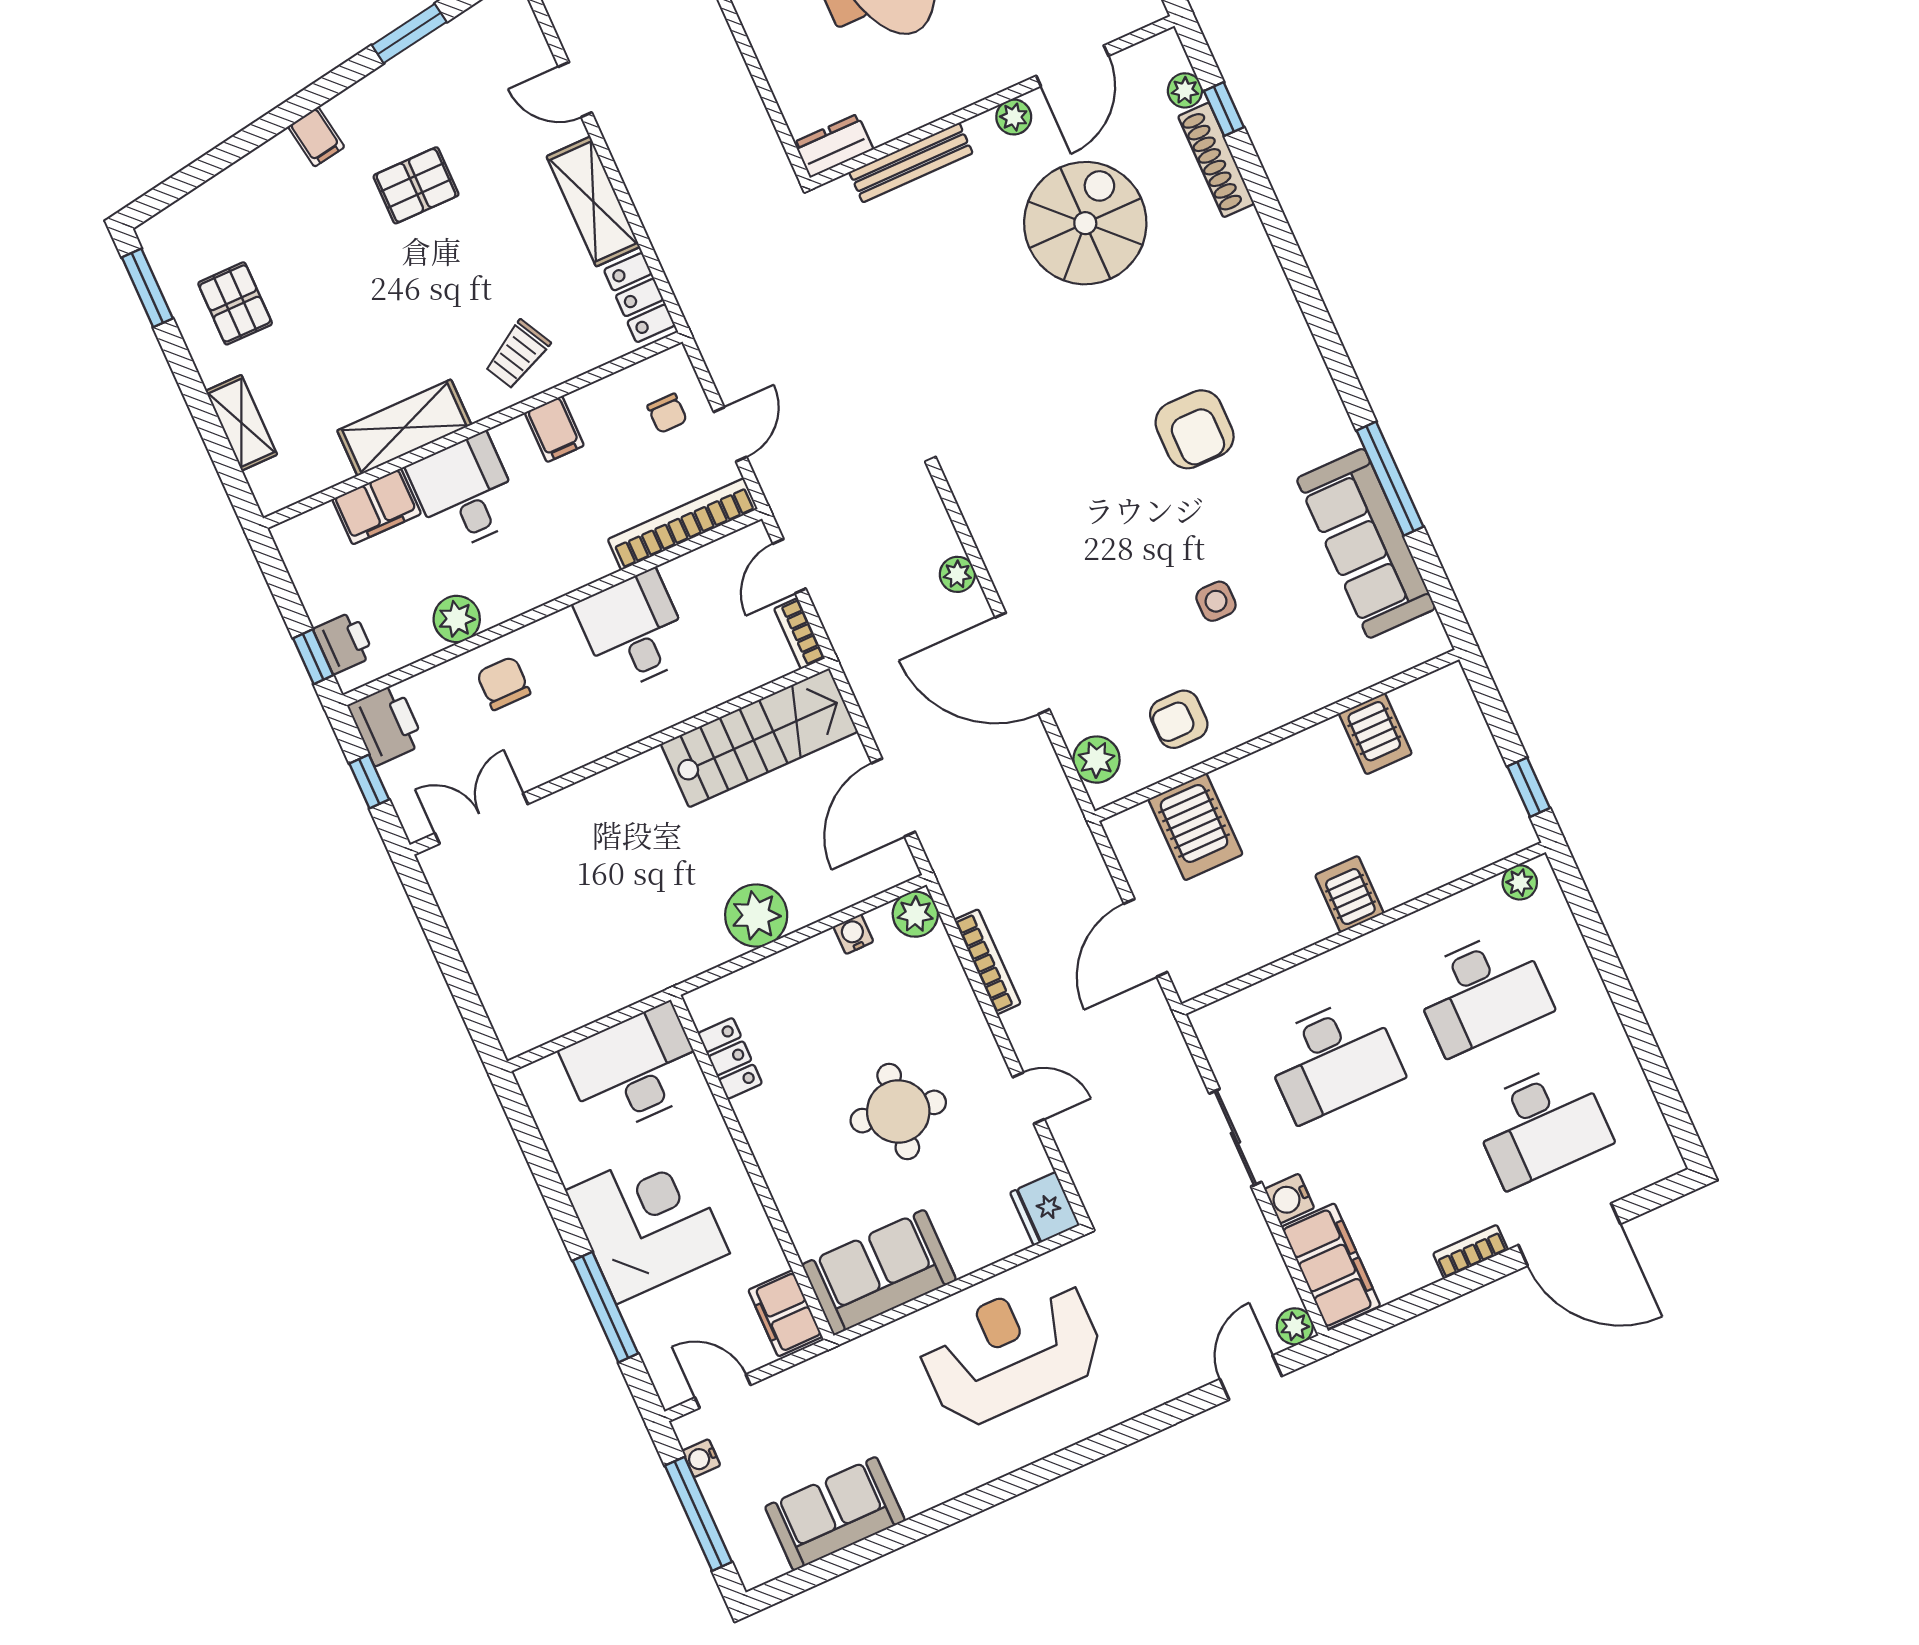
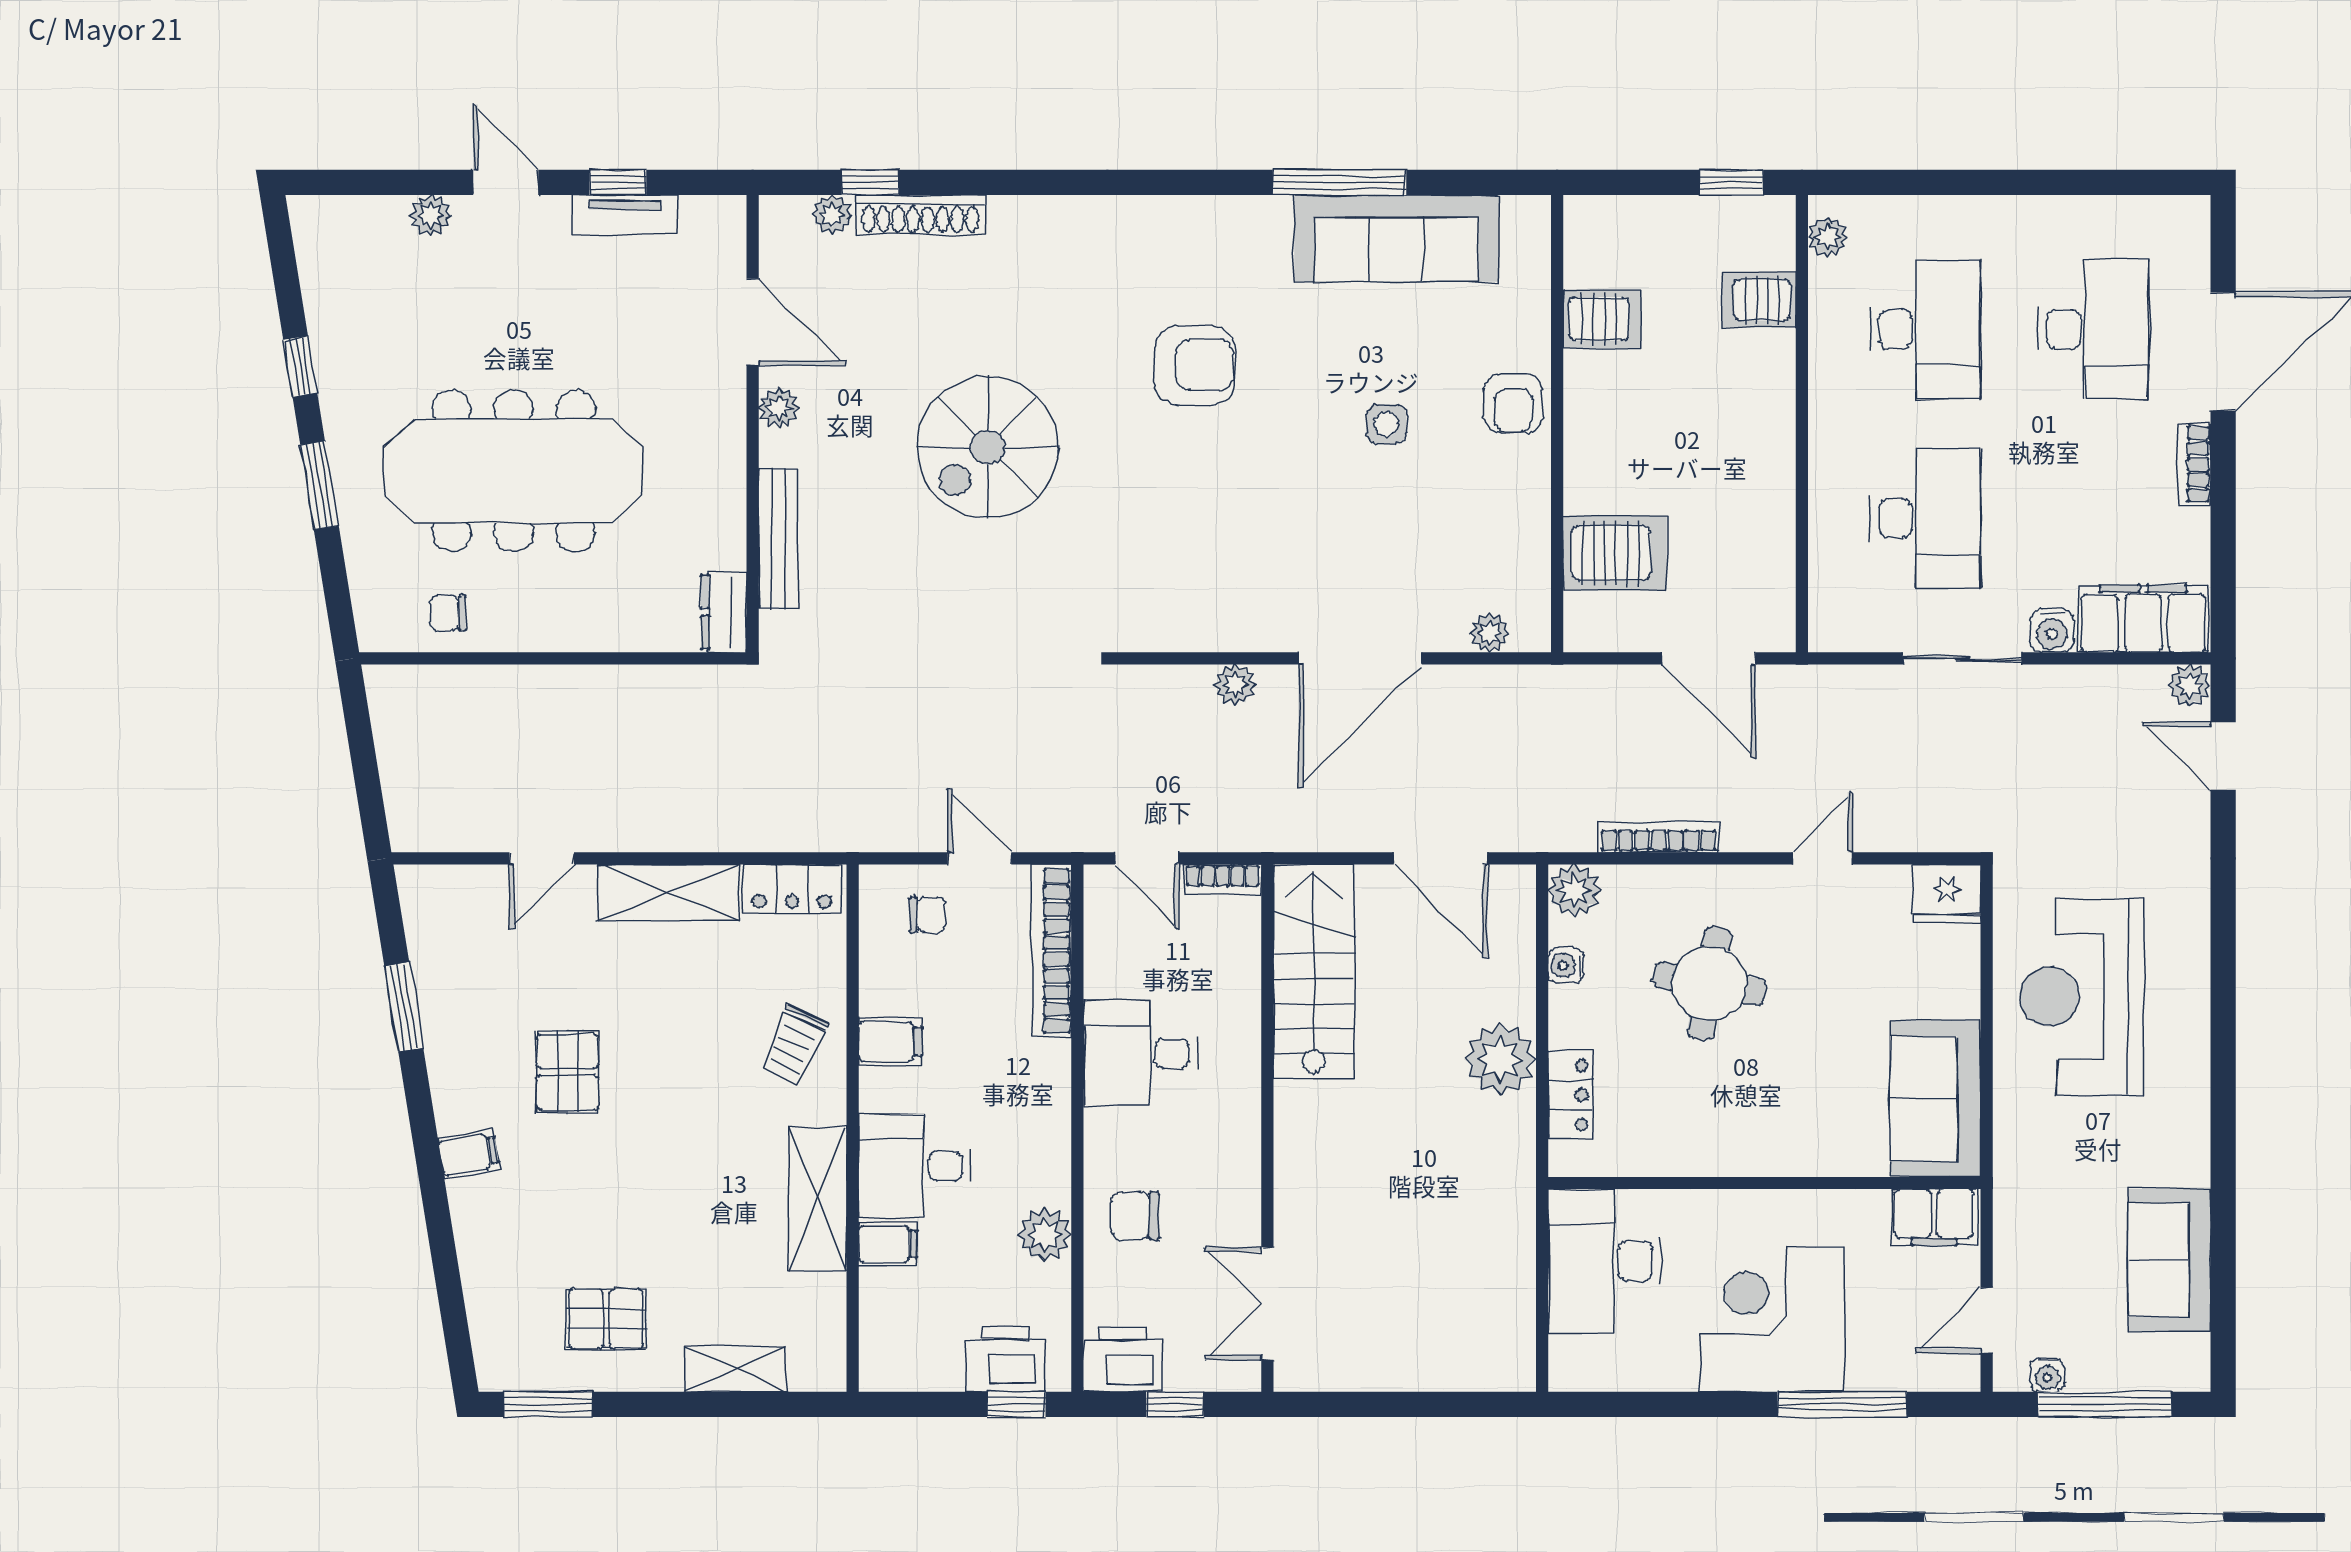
spiral stairs: (1085, 223) -> (988, 447), moved, turned -90
trolley: (517, 354) -> (794, 1045), turned 52
filing cabinet: (377, 506) -> (888, 1244), width x0.50
printer: (344, 643) -> (1005, 1359), width x1.36, depth x1.24
armchair: (1179, 719) -> (1513, 403), moved
plant: (1096, 760) -> (1490, 633), width x0.73, depth x0.73
server rack: (1349, 894) -> (1759, 300), moved
locker: (730, 1058) -> (1570, 1095), moved, turned 90
round table: (898, 1111) -> (1709, 983), moved

